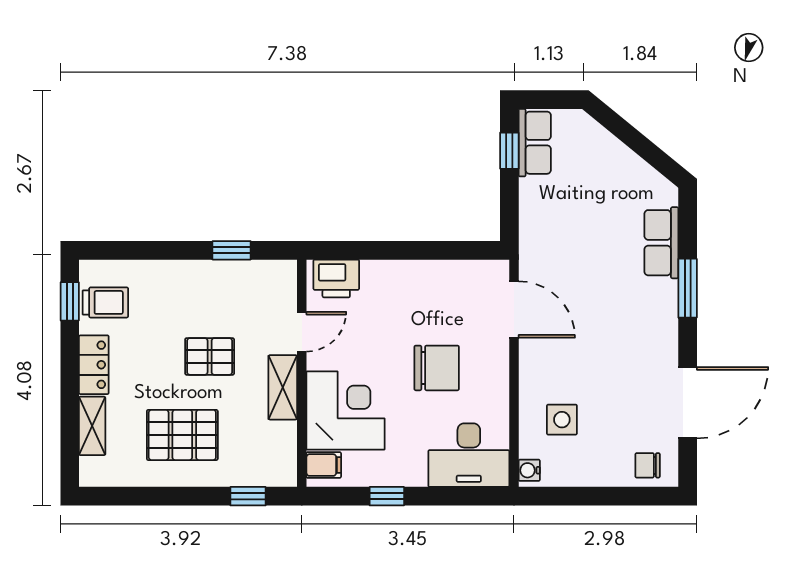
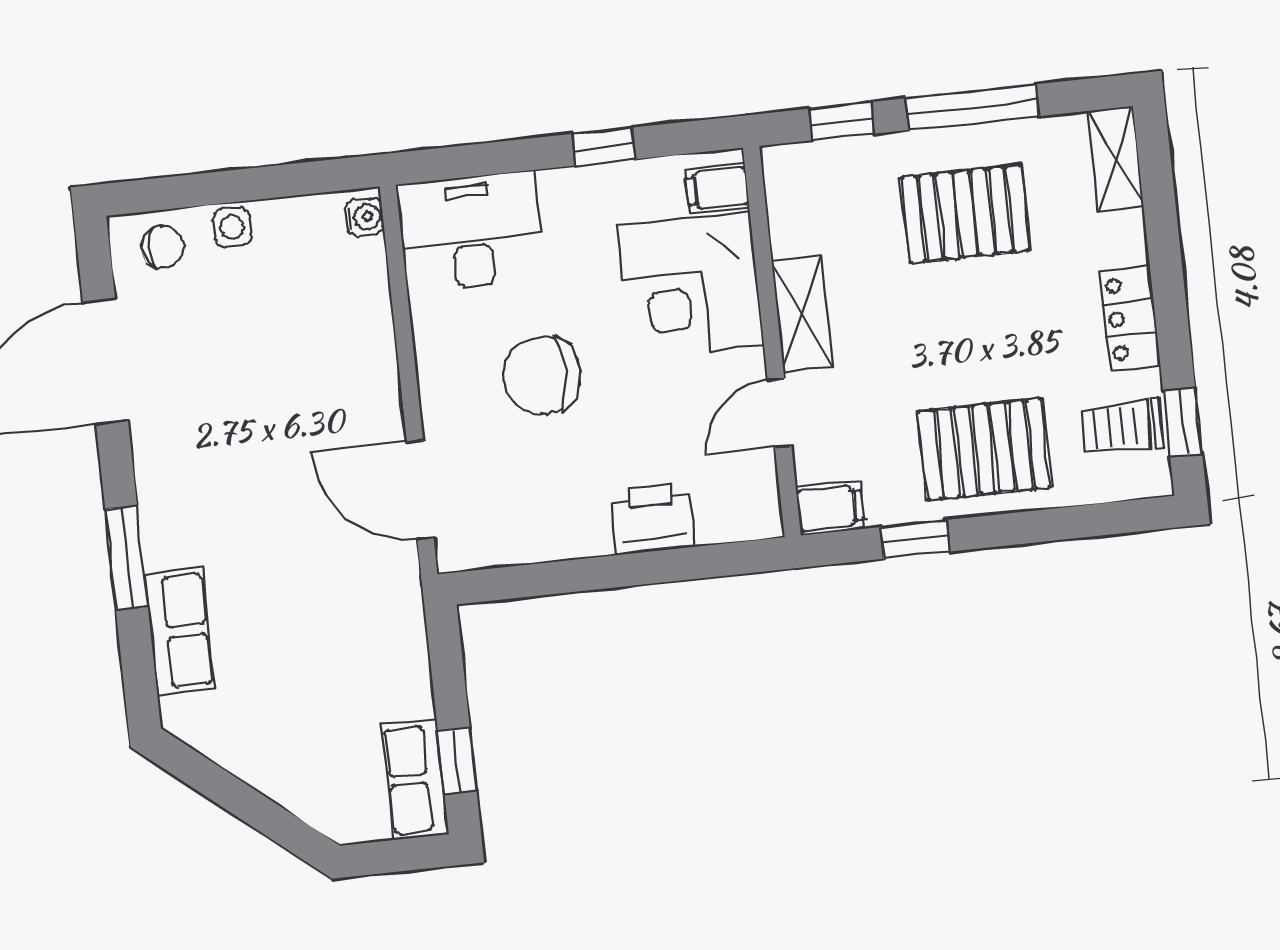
filing cabinet: (278, 274) -> (830, 508), added
printer: (336, 278) -> (652, 519), moved
pallet: (210, 356) -> (984, 449), moved, width x1.50, depth x1.42
side table: (562, 420) -> (232, 227), moved, width x0.73, depth x0.73
shelving: (92, 426) -> (1116, 158), moved
window: (172, 496) -> (972, 107), added

